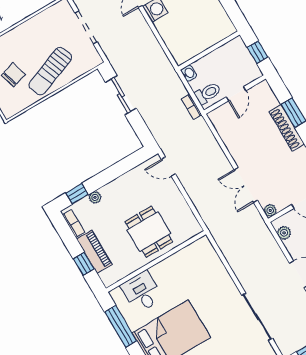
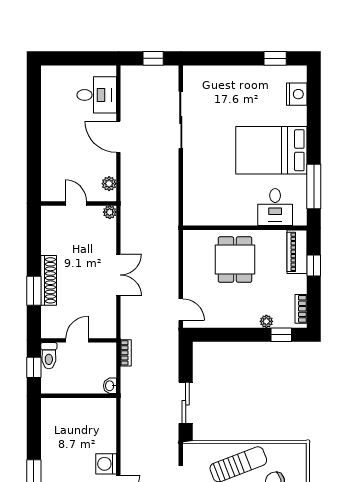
toilet: (208, 93) -> (49, 356), moved, turned -90
double door: (246, 185) -> (118, 275), moved
piano: (94, 252) -> (297, 252), moved

